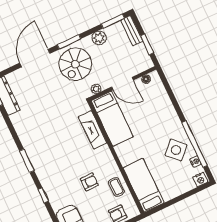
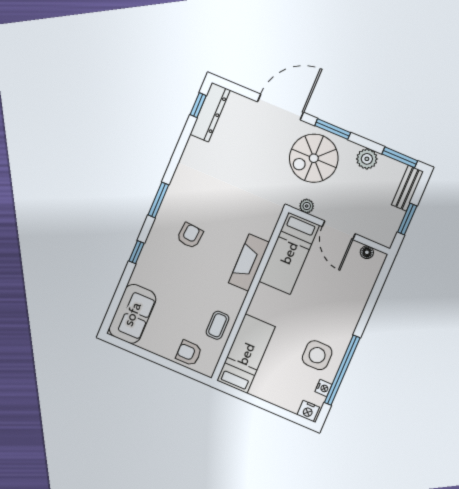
fireplace: (92, 130) -> (249, 263), moved
side table: (176, 150) -> (317, 355), turned 45
armchair: (89, 182) -> (190, 236), moved, turned -85

